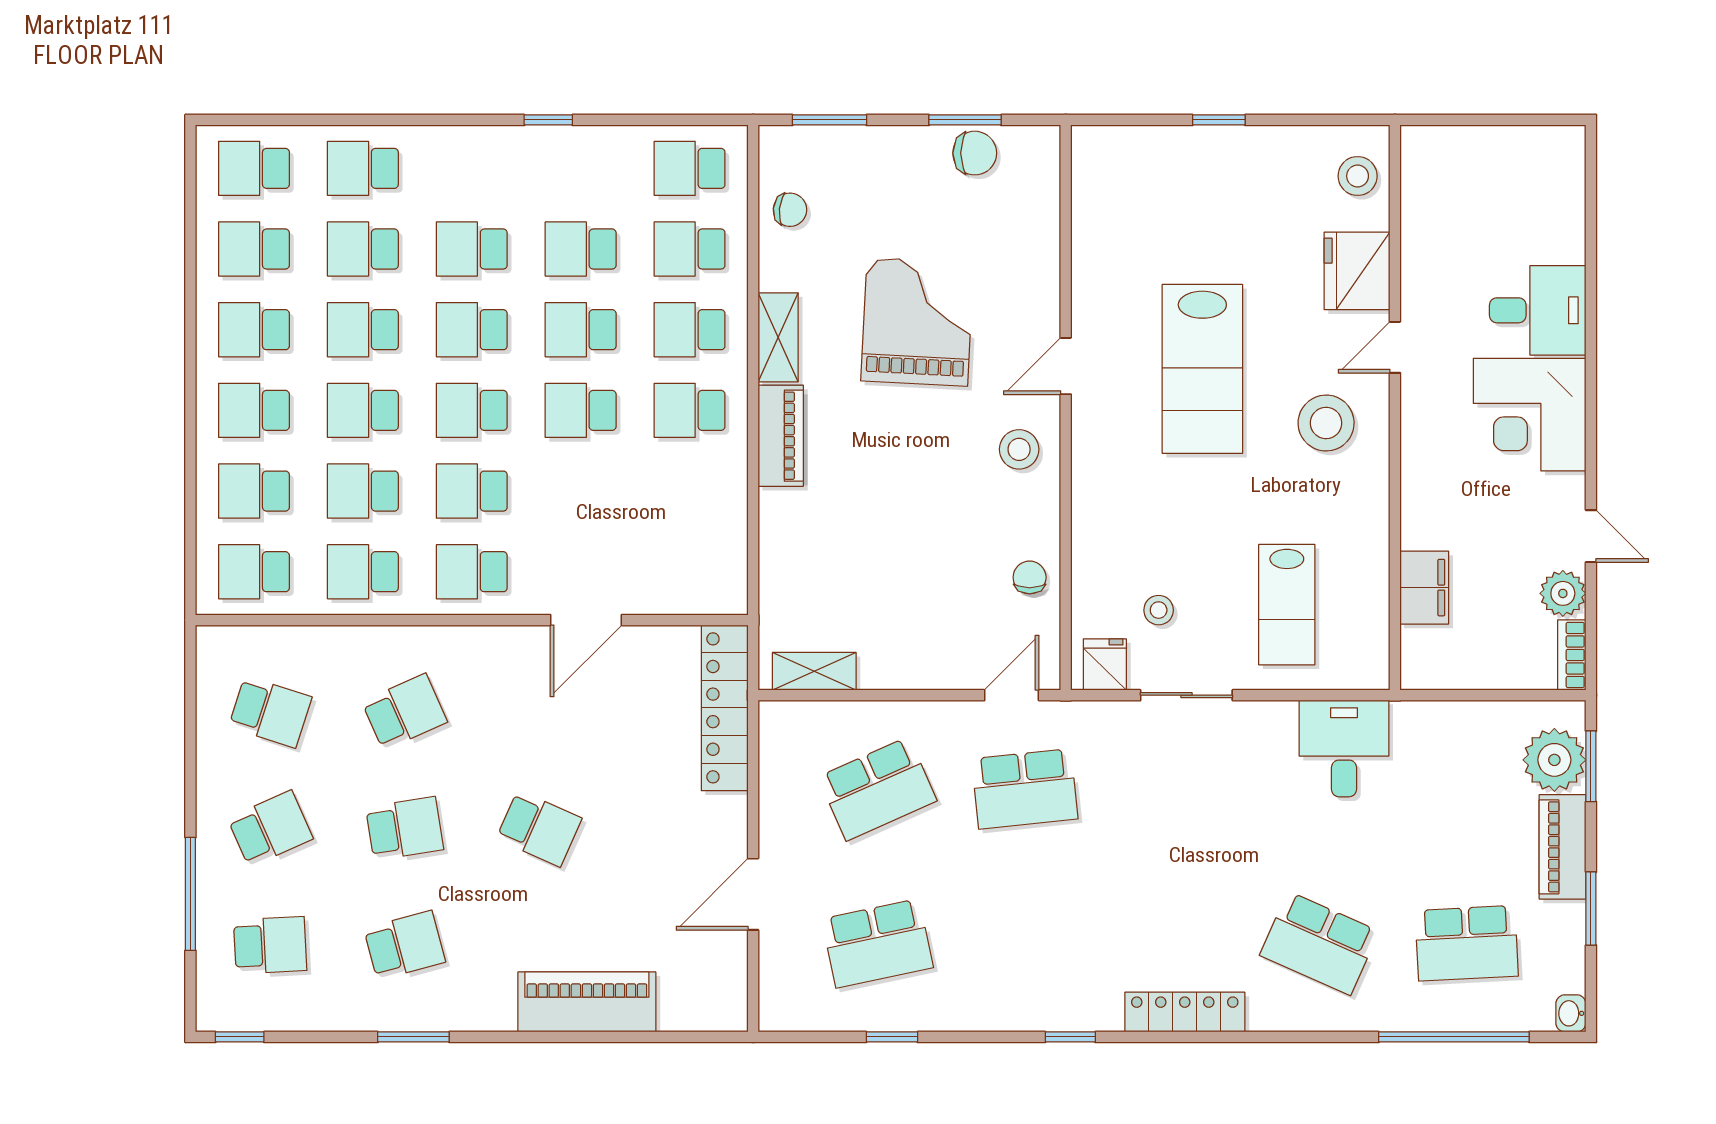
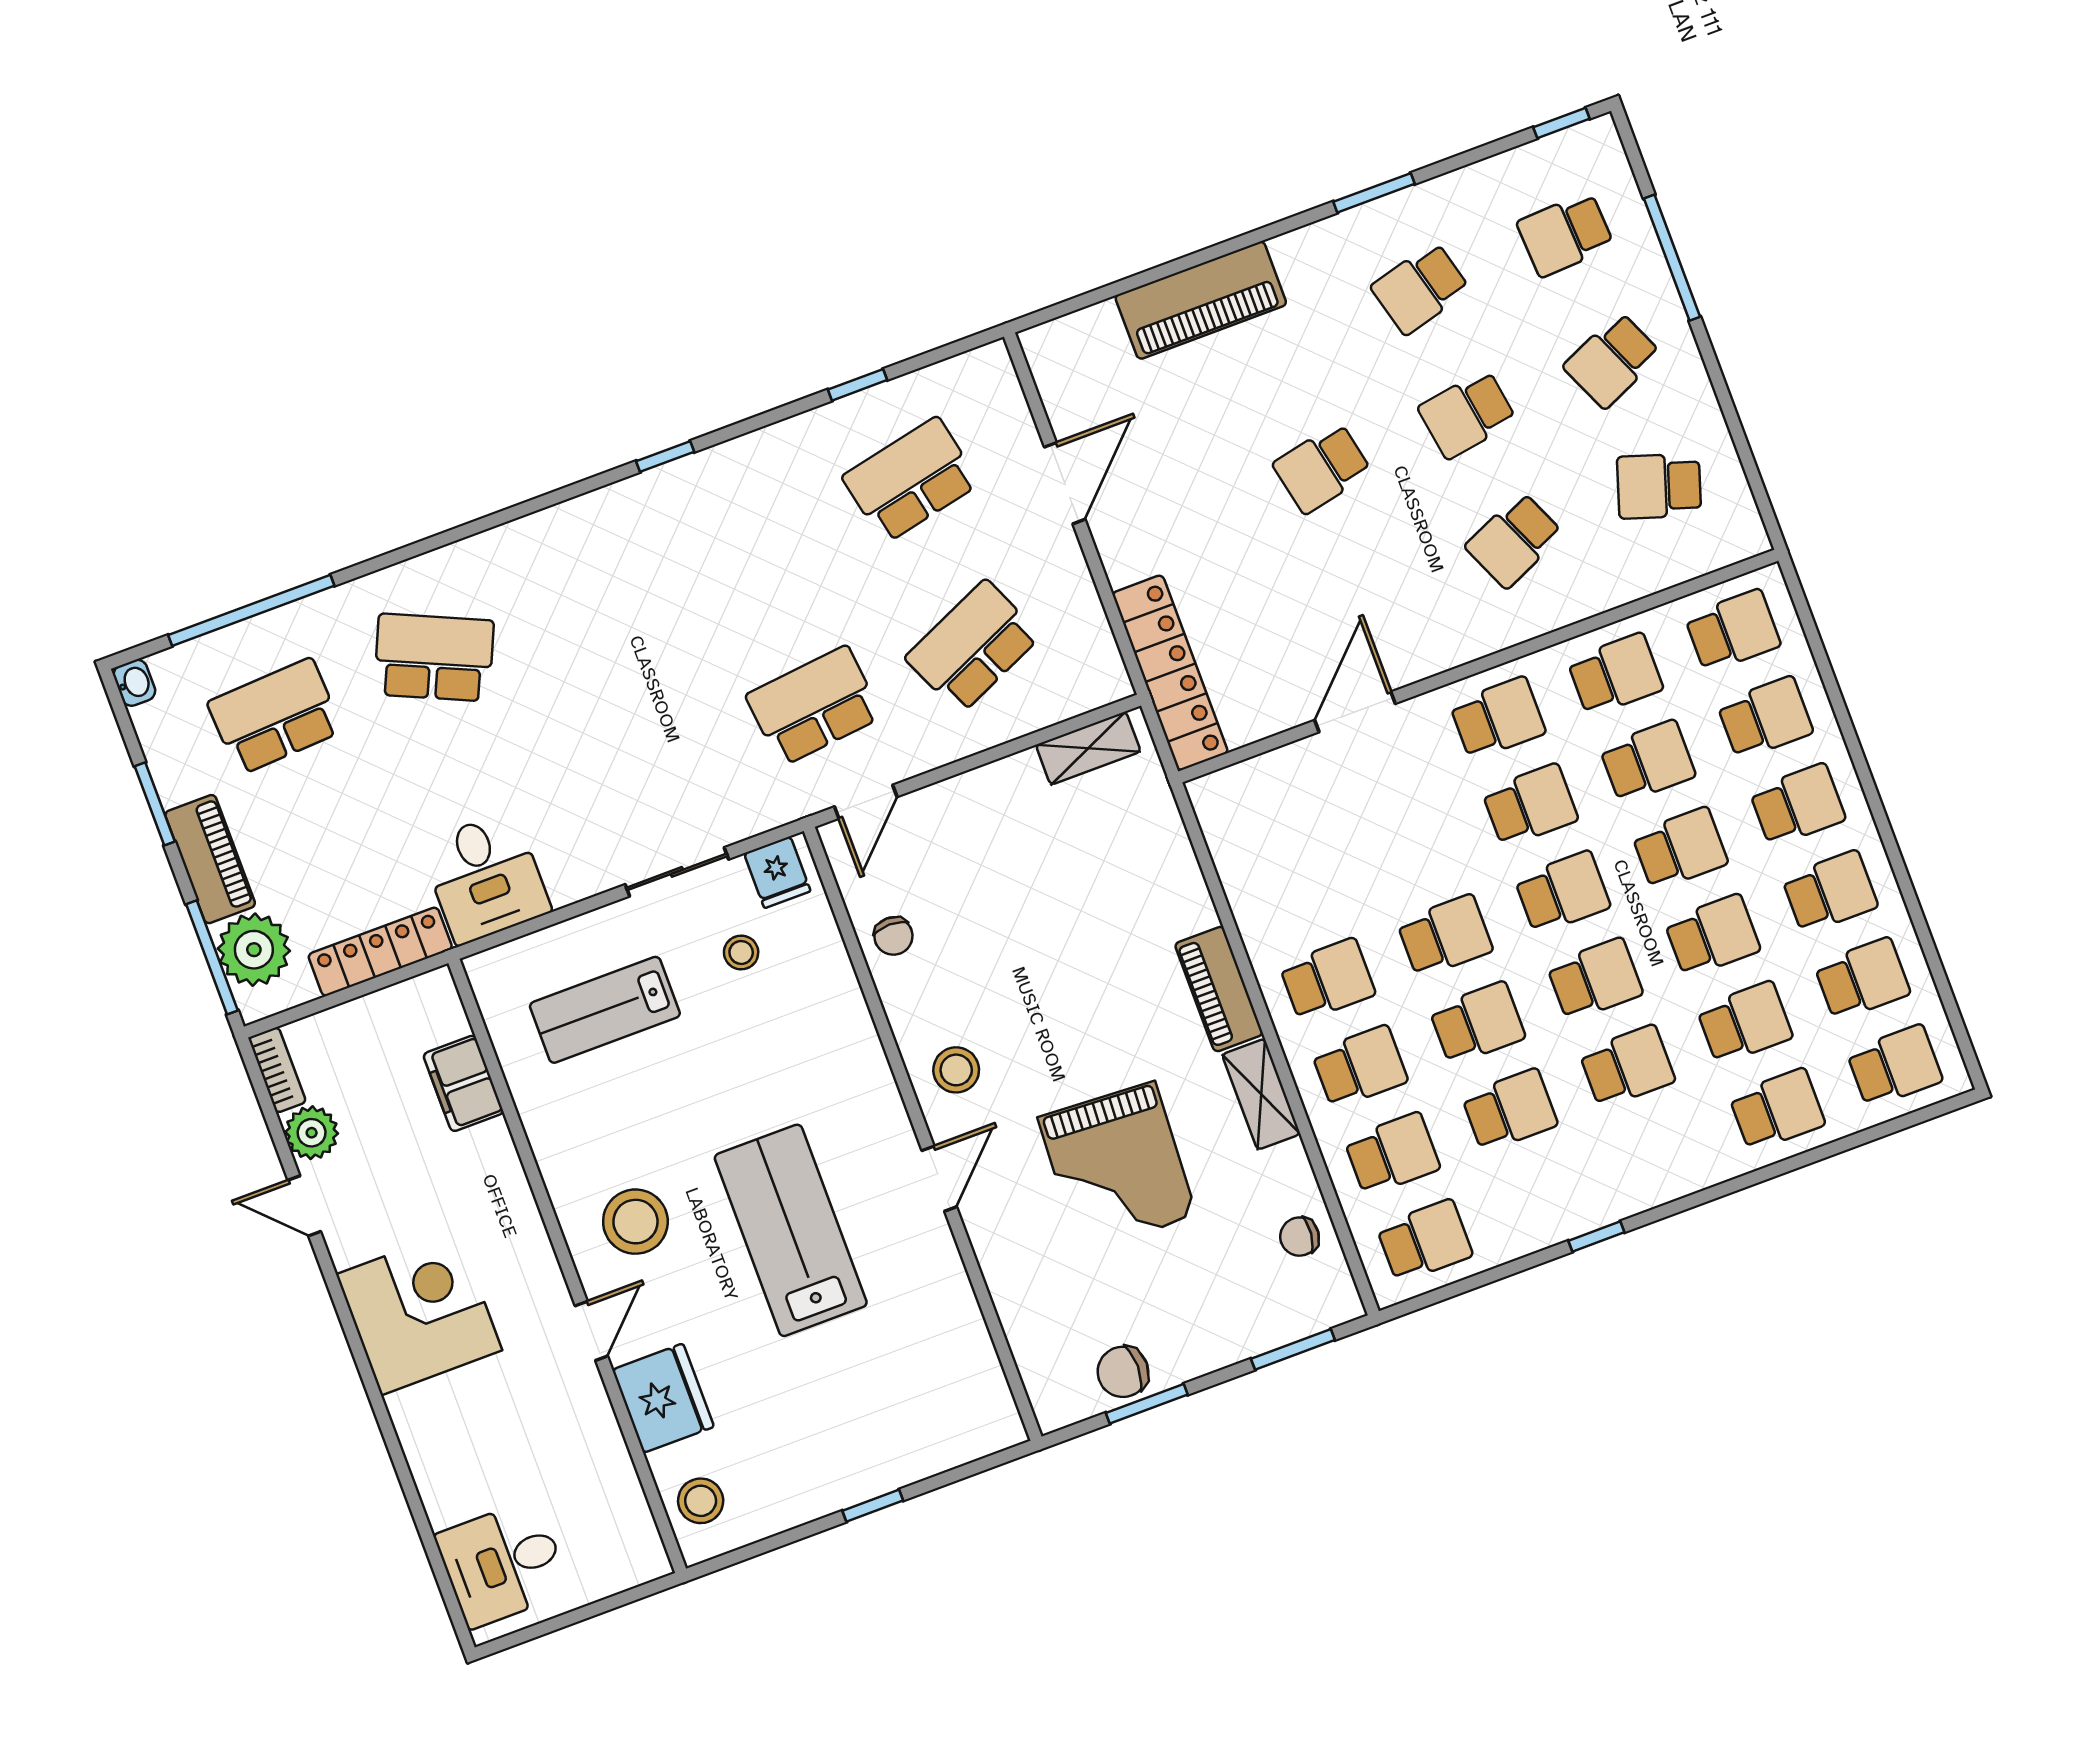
desk: (1538, 310) -> (503, 1564), moved
lab bench: (1287, 605) -> (605, 1010), turned -90
window: (1591, 766) -> (212, 957), width x1.44
school desk: (539, 829) -> (1322, 468), turned -36
locker: (1185, 1012) -> (380, 952), moved, turned 180

